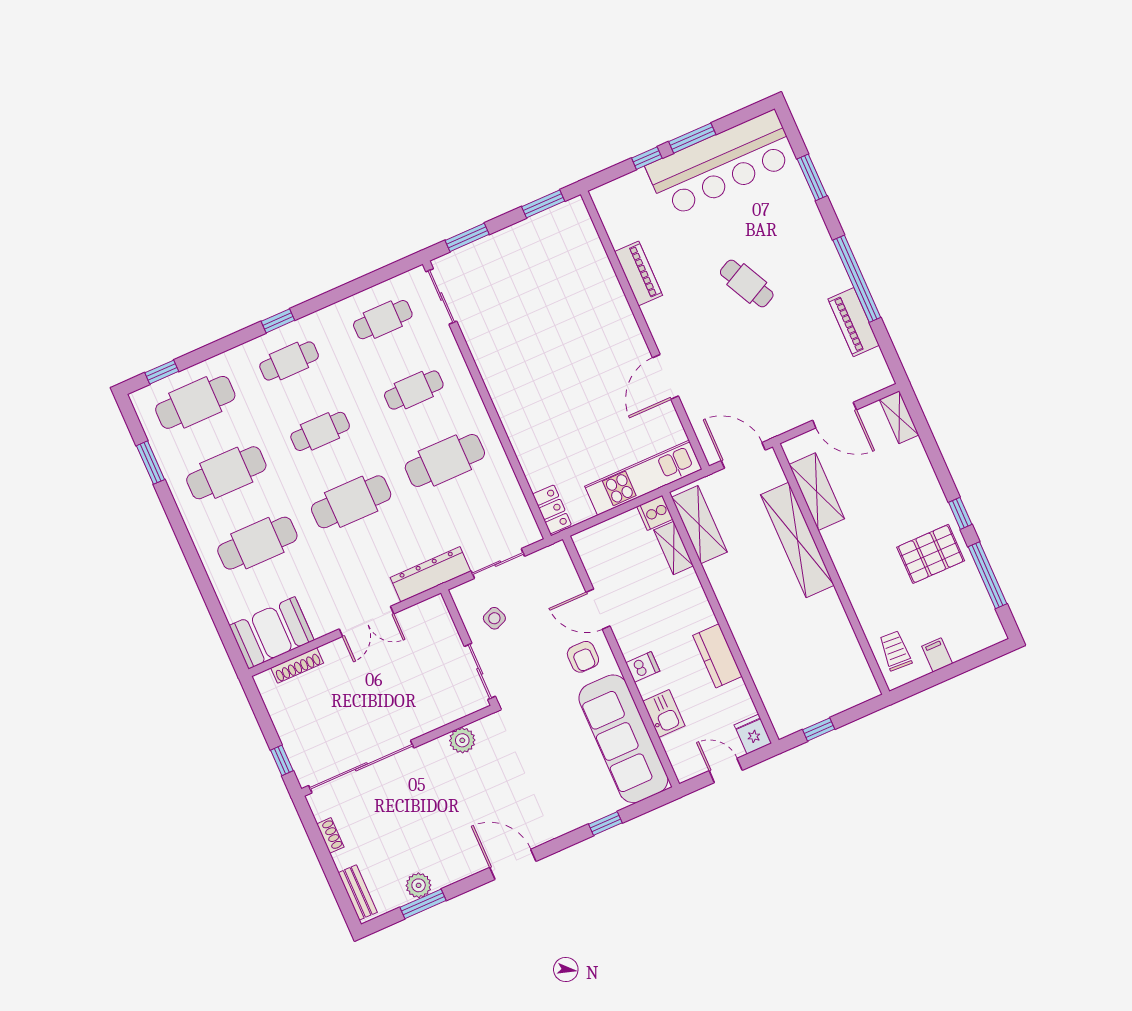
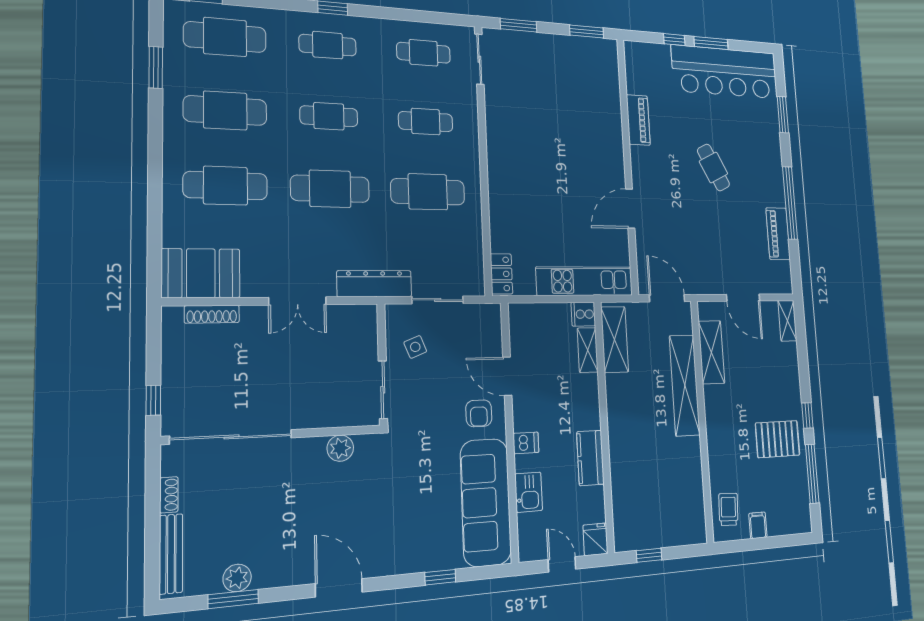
bench: (358, 892) -> (171, 554), width x1.36

